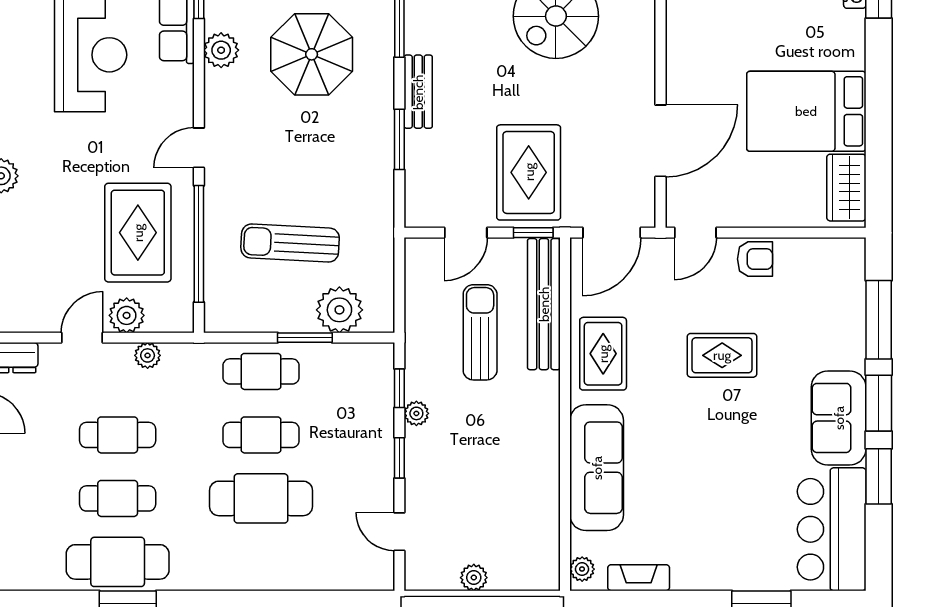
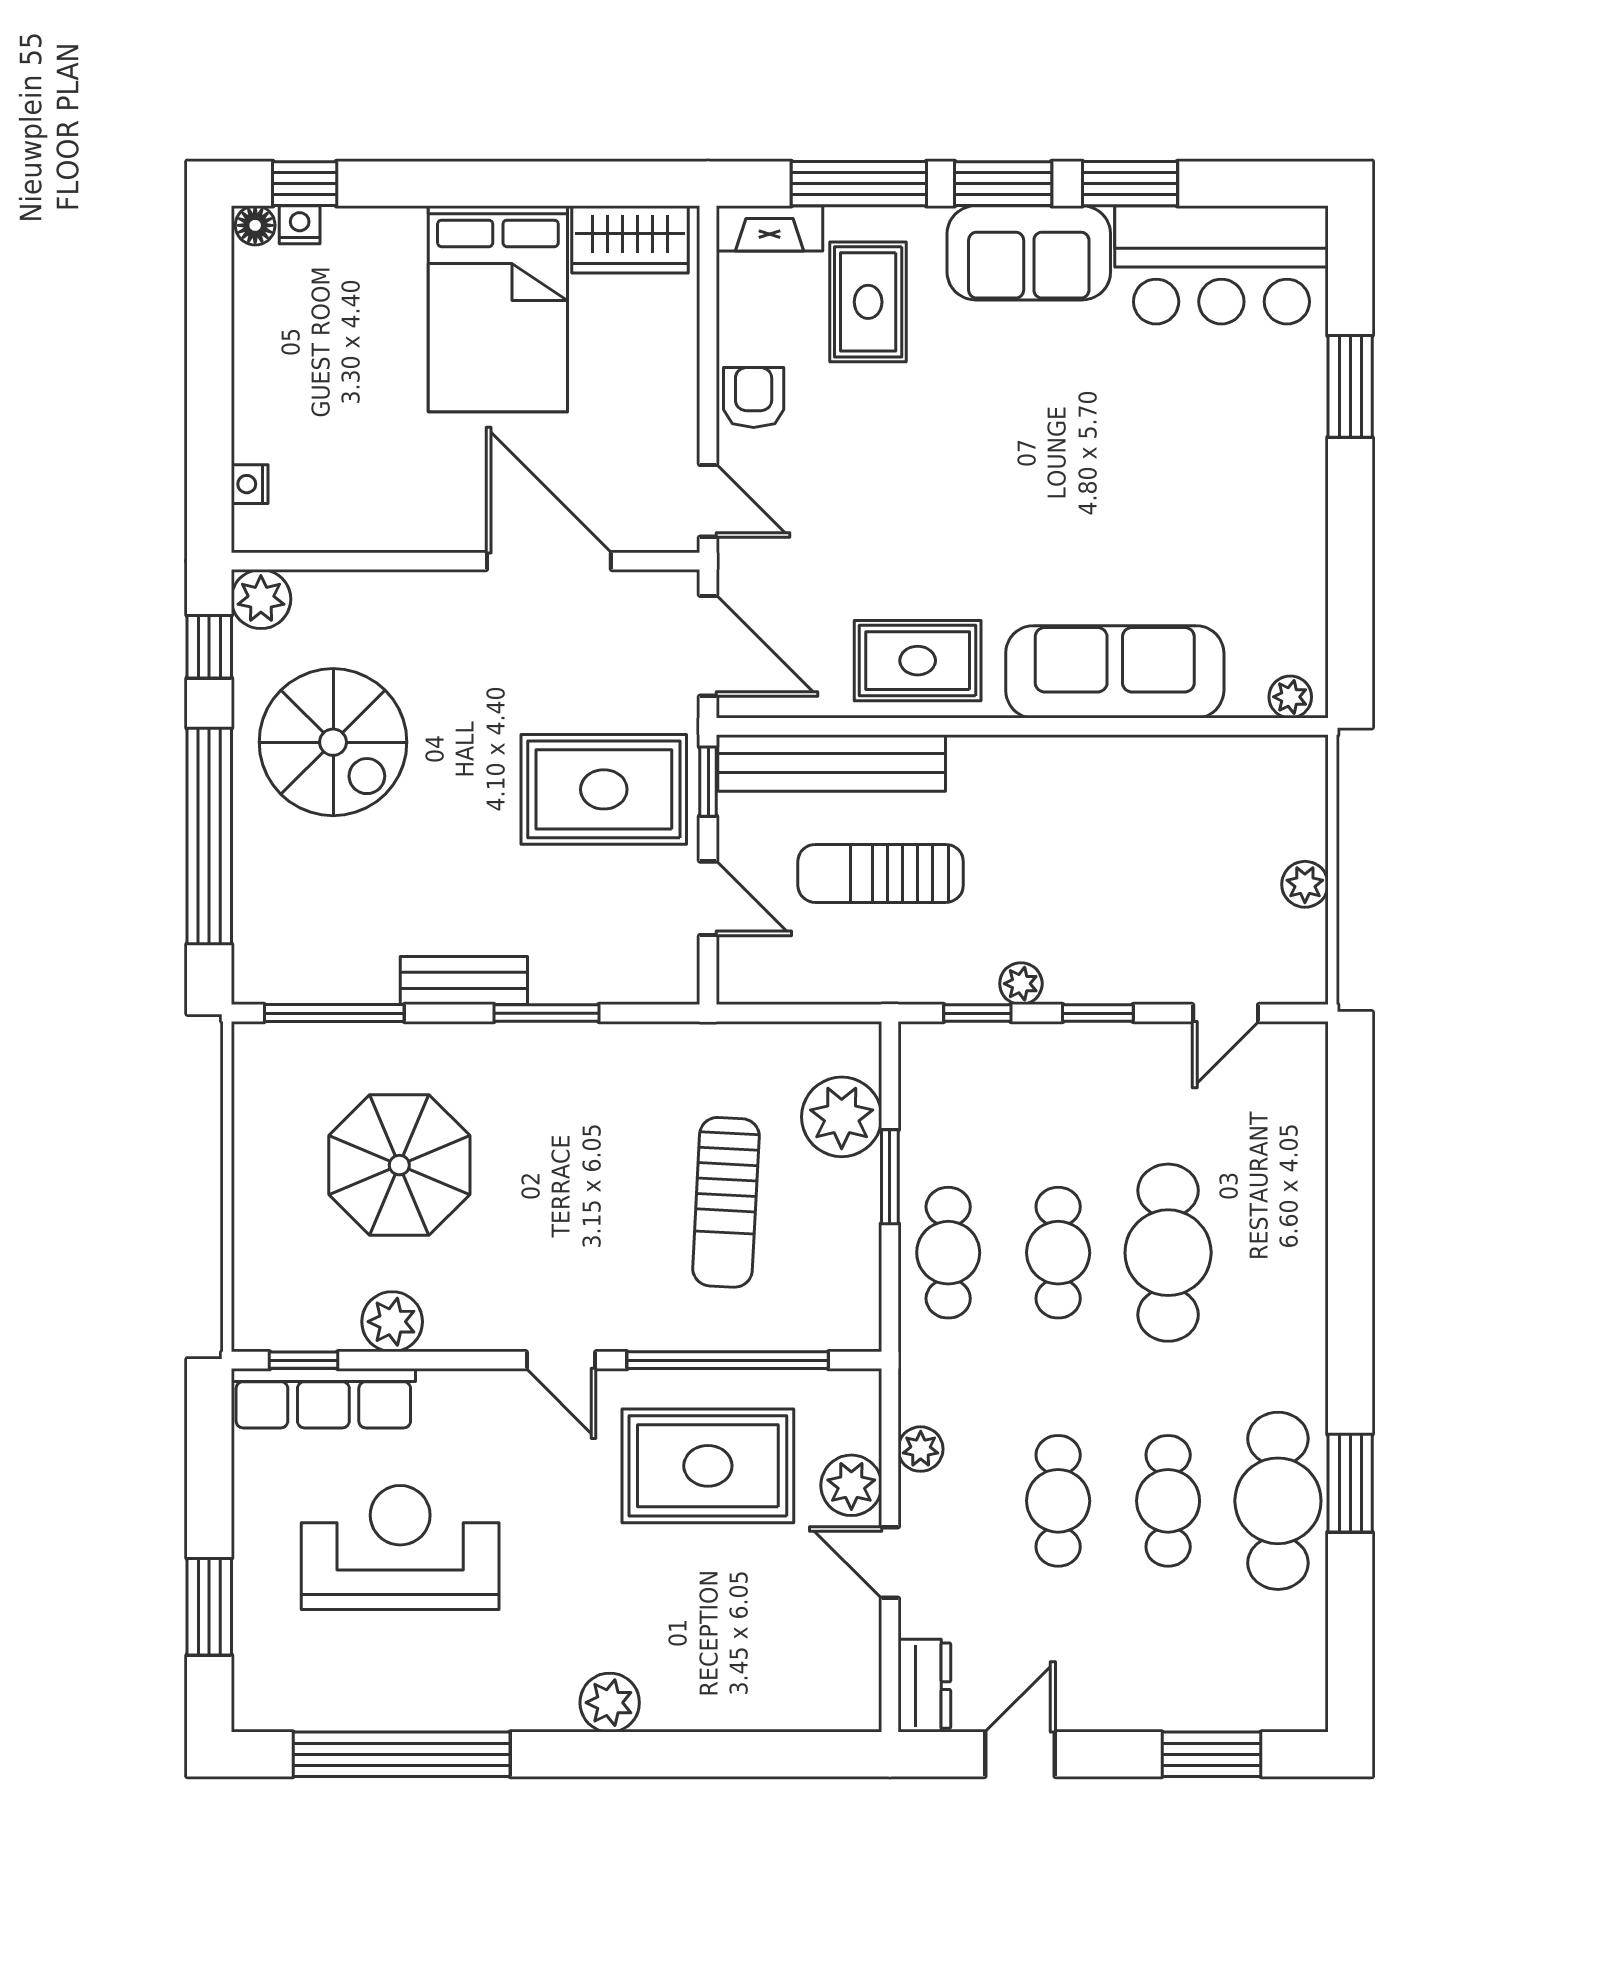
rug: (722, 355) -> (868, 302), moved
fireplace: (639, 578) -> (770, 228), moved, turned -90

